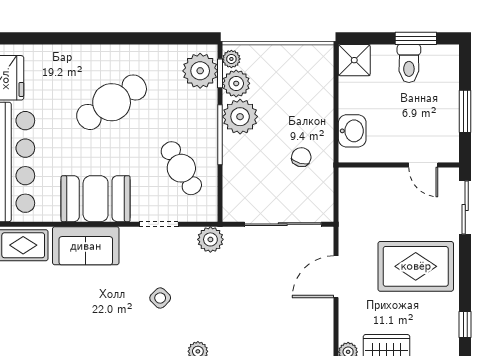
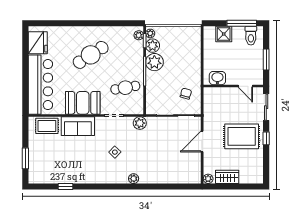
window: (416, 38) -> (242, 23), width x1.44
shower: (354, 60) -> (224, 34), moved
toilet: (409, 63) -> (251, 36), moved
plant: (200, 71) -> (139, 35), width x0.53, depth x0.53
washbasin: (352, 131) -> (217, 78), moved, turned -90
chair: (301, 157) -> (186, 94), moved
cafe table: (181, 168) -> (125, 88), turned -69
window: (465, 324) -> (266, 138), moved

